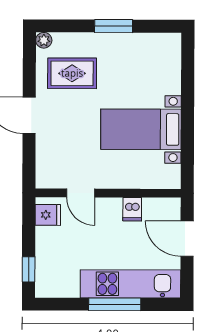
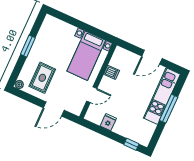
door: (81, 193) -> (92, 95), moved
wall: (108, 193) -> (98, 81), moved
dishwasher: (132, 209) -> (112, 72), moved

